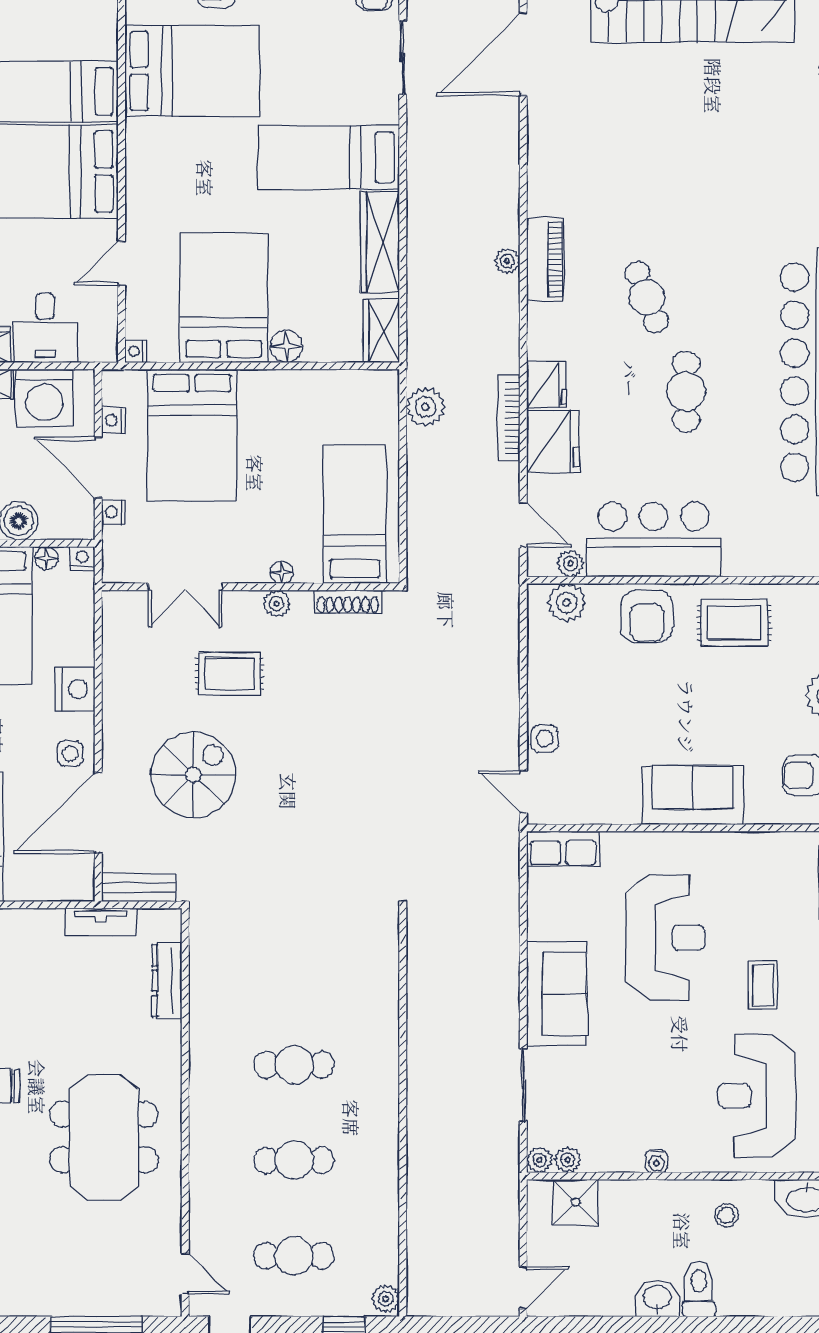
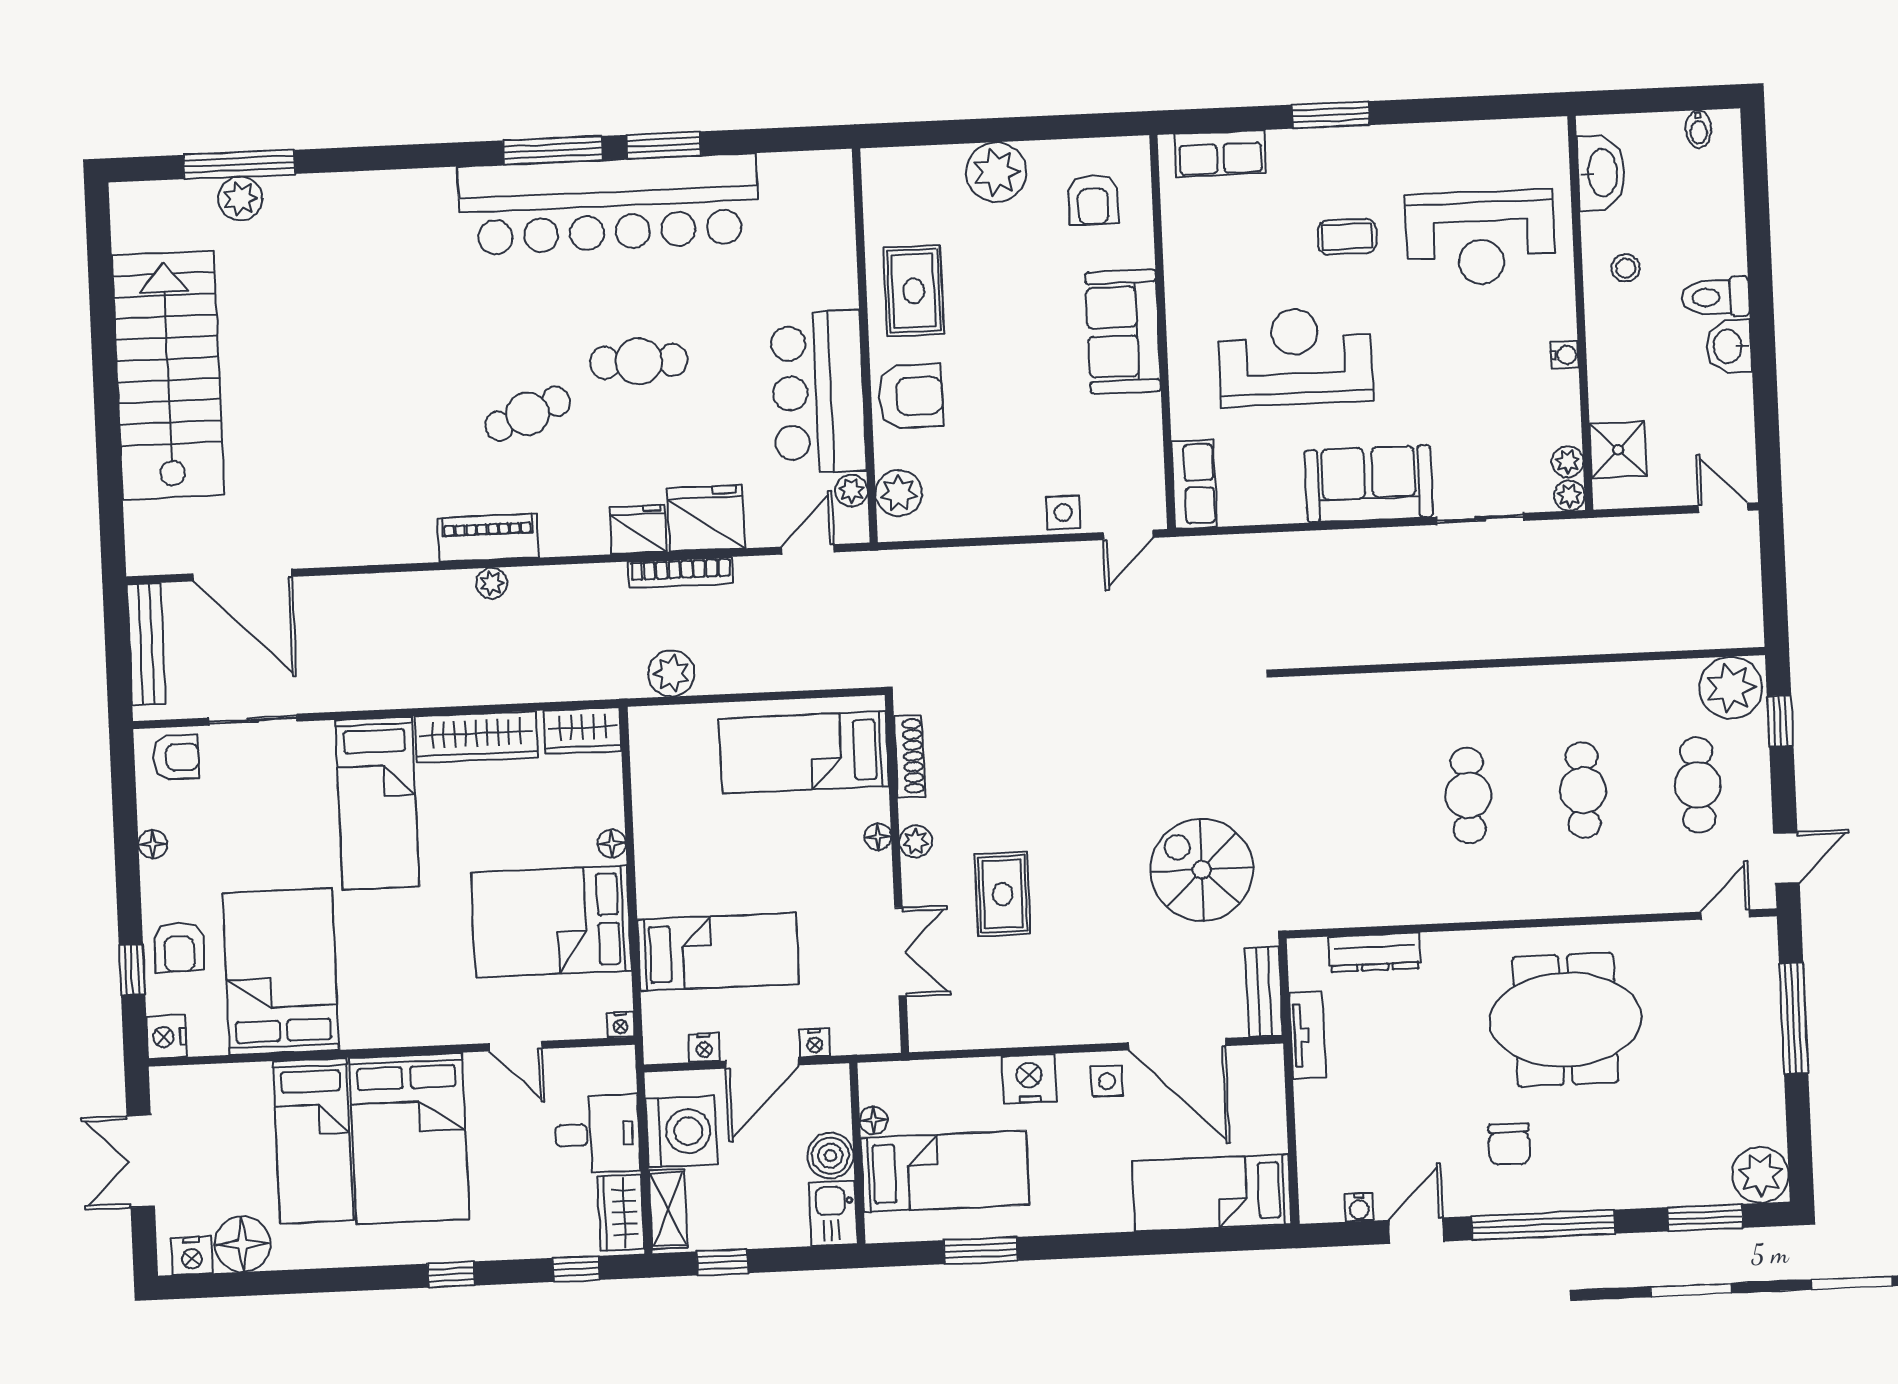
floor lamp: (286, 346) -> (612, 844), width x0.73, depth x0.73
bed: (192, 435) -> (718, 952), width x0.67
nightstand: (82, 558) -> (872, 1077), removed
spiral stairs: (193, 775) -> (1202, 870), moved
plant: (386, 1299) -> (1731, 688), width x1.88, depth x1.88

